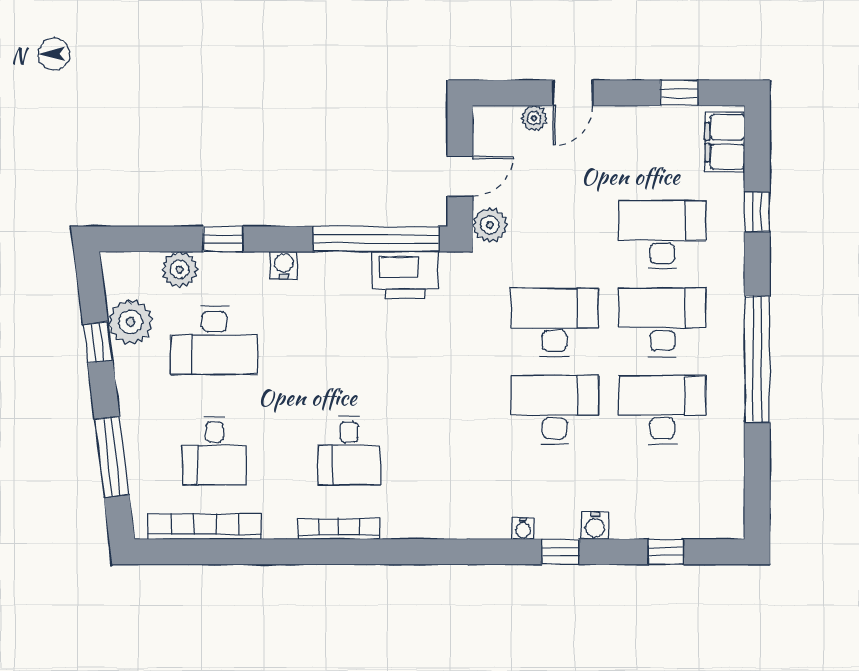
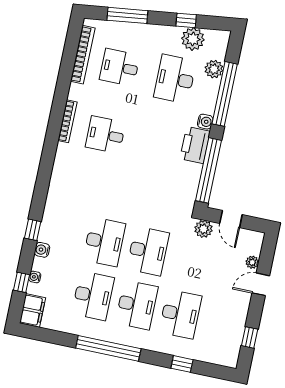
door: (573, 93) -> (261, 284), hinge flipped
filing cabinet: (725, 142) -> (33, 310), moved, turned 90
window: (223, 239) -> (225, 94), width x3.17
printer: (405, 275) -> (195, 145), moved
water cooler: (523, 529) -> (35, 277), moved

